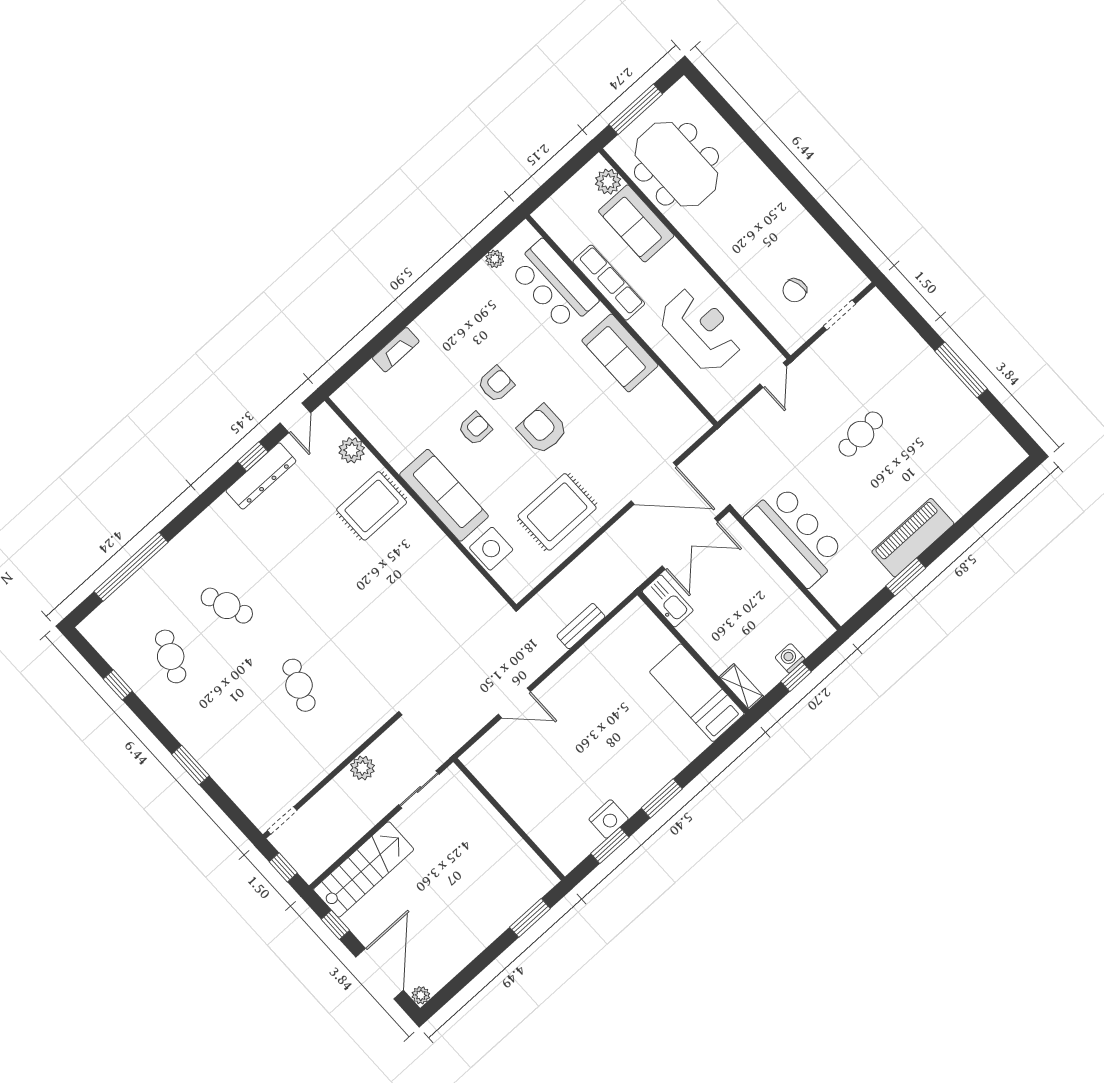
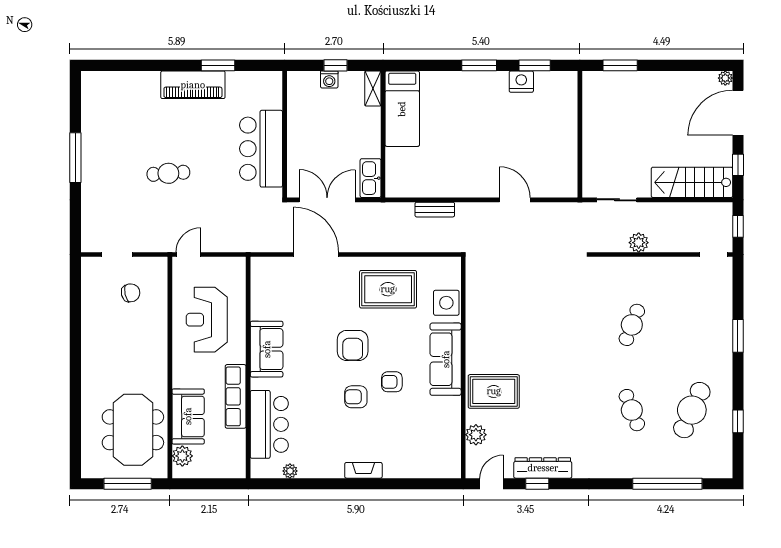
fireplace: (396, 350) -> (363, 470), moved
cafe table: (171, 656) -> (692, 410), width x1.37, depth x1.35

